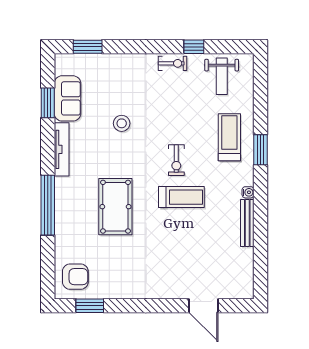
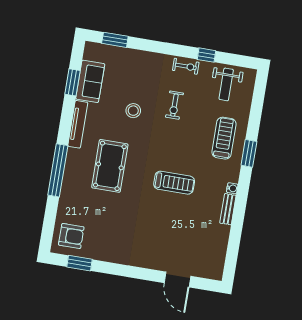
exercise bike: (176, 160) -> (174, 105), moved
pool table: (115, 207) -> (110, 166), moved
bench: (247, 223) -> (228, 209), width x0.73

